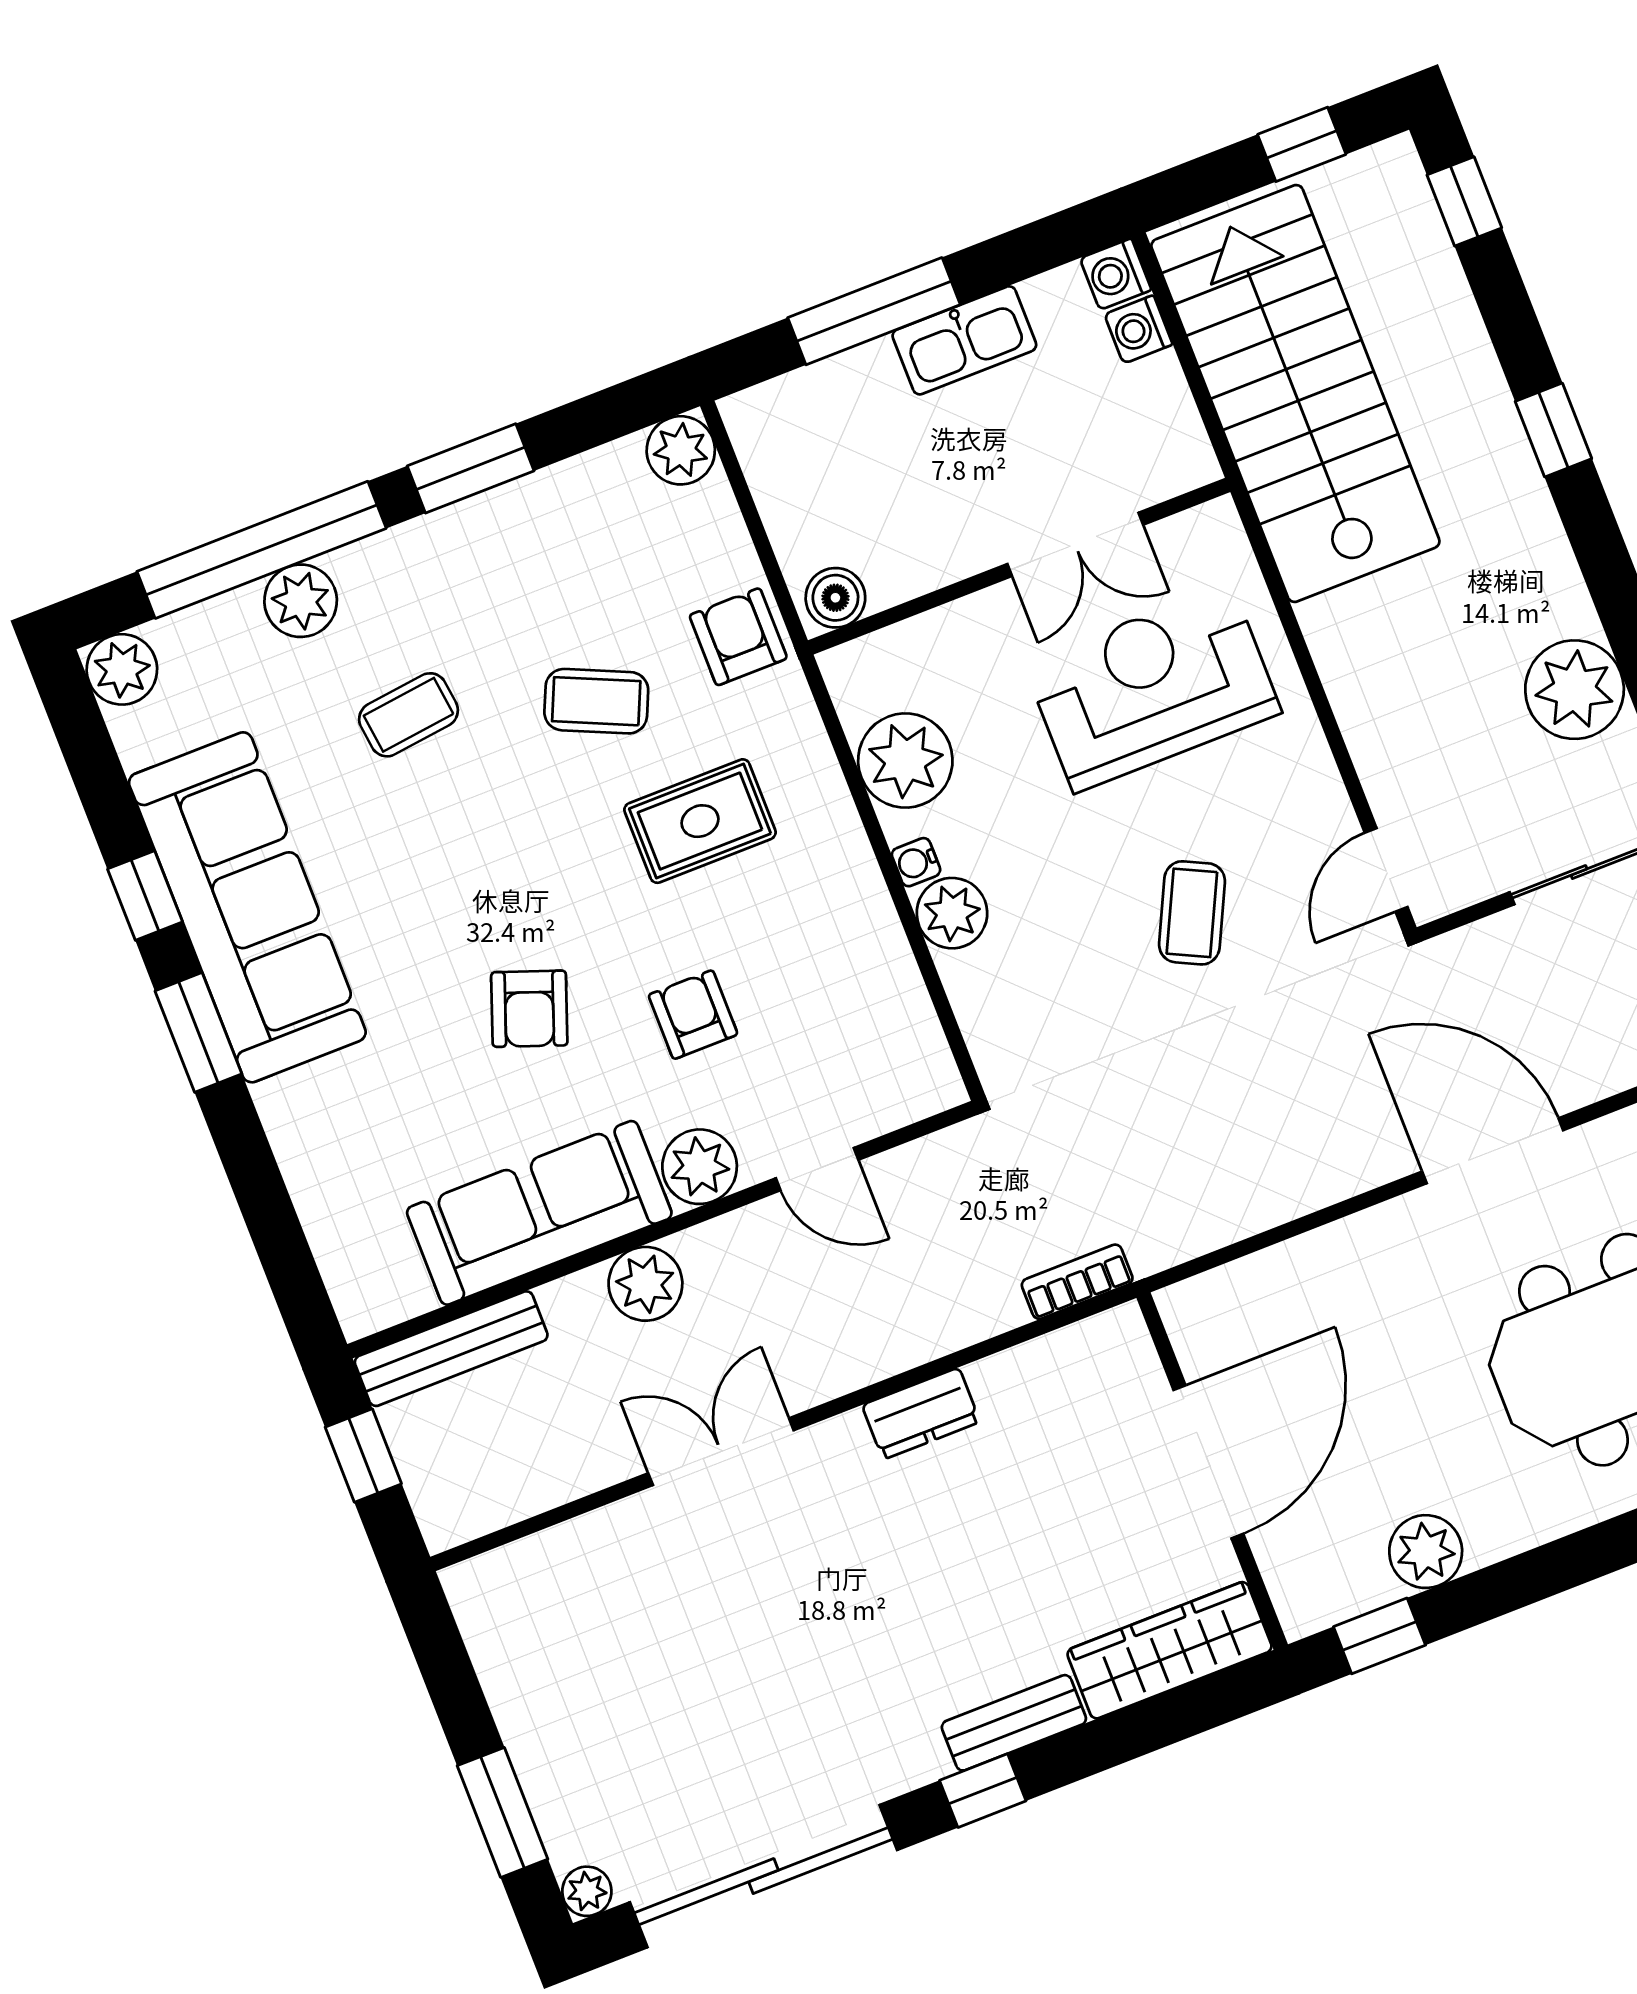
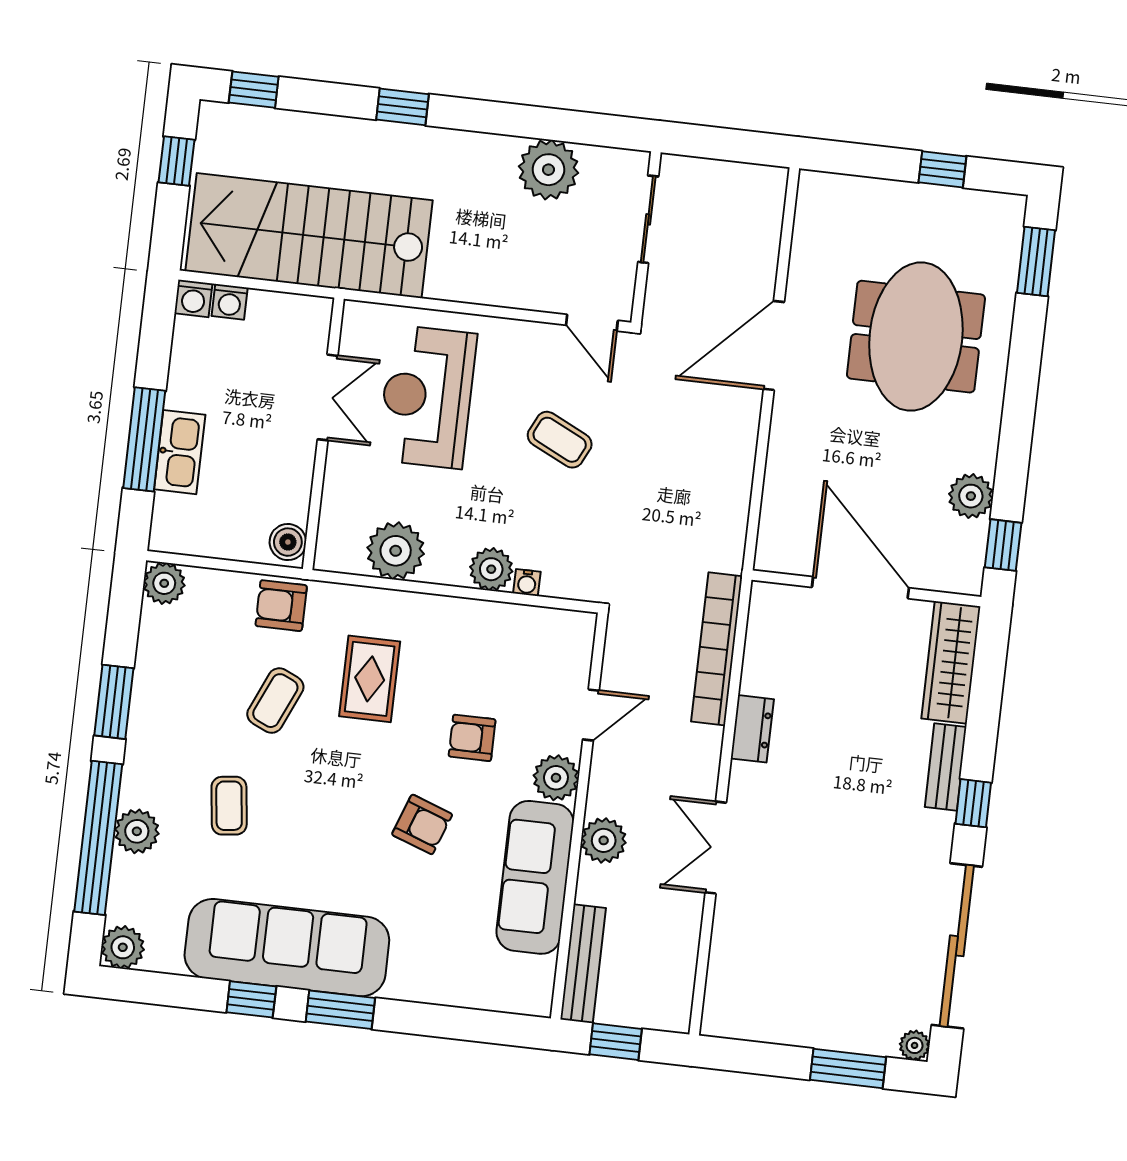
kitchen sink: (964, 340) -> (180, 452), moved
water cooler: (916, 862) -> (527, 583), moved
bookcase: (1077, 1282) -> (717, 649), width x2.31, depth x1.31

